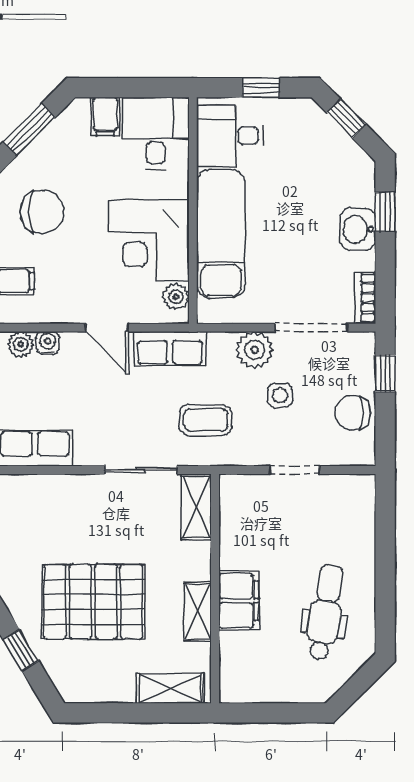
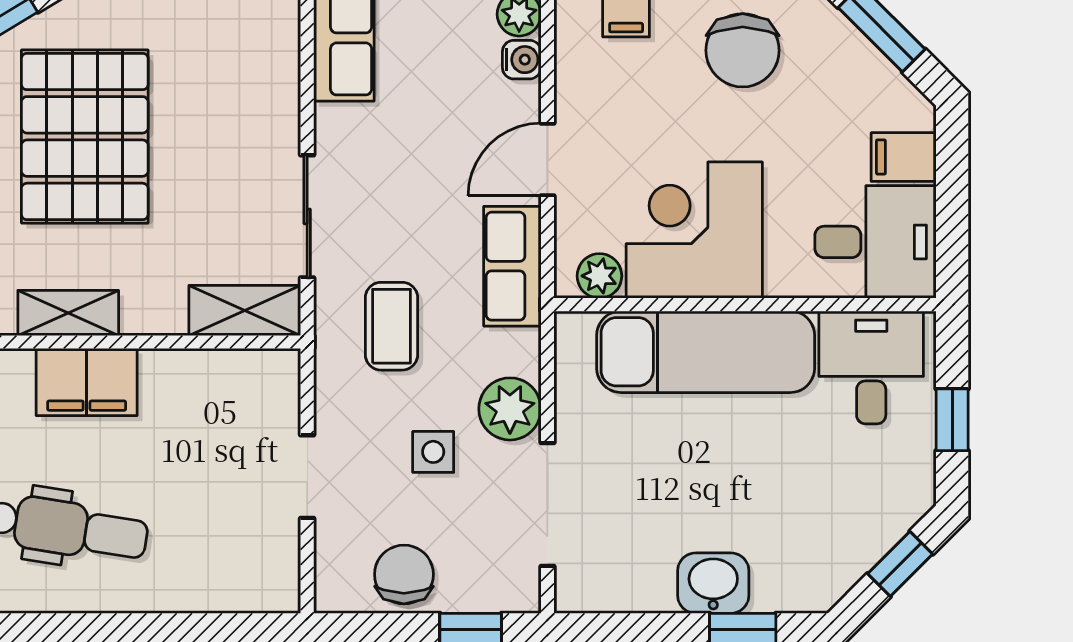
bookcase: (365, 298) -> (597, 596), removed

